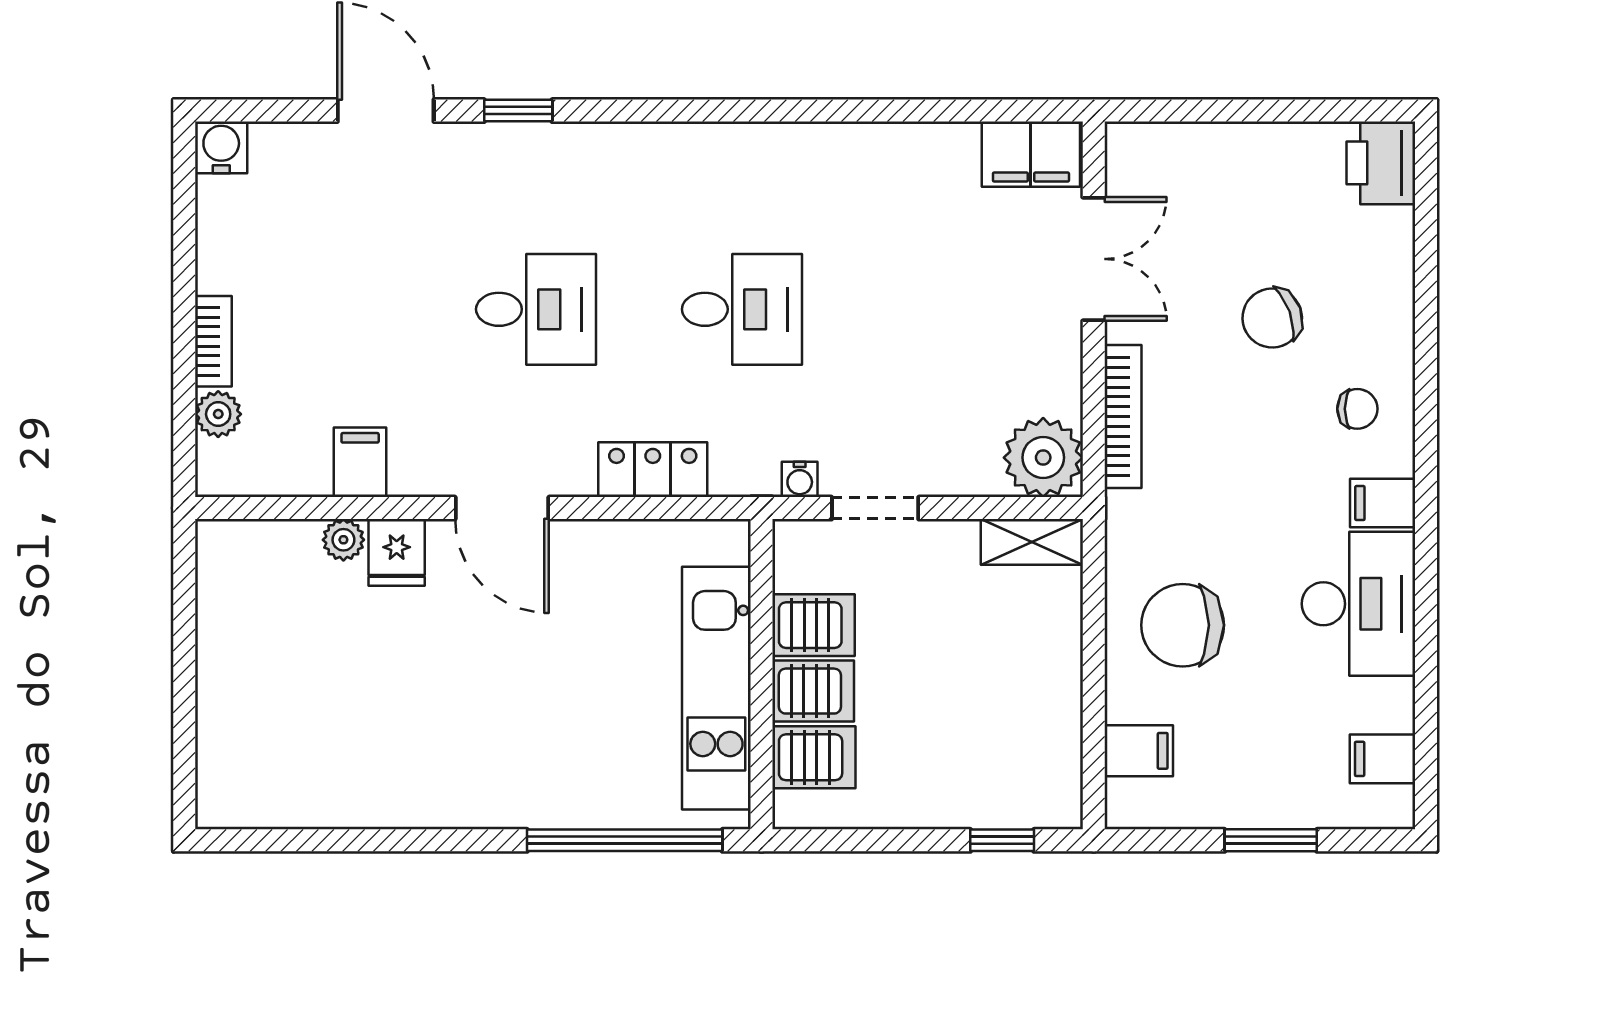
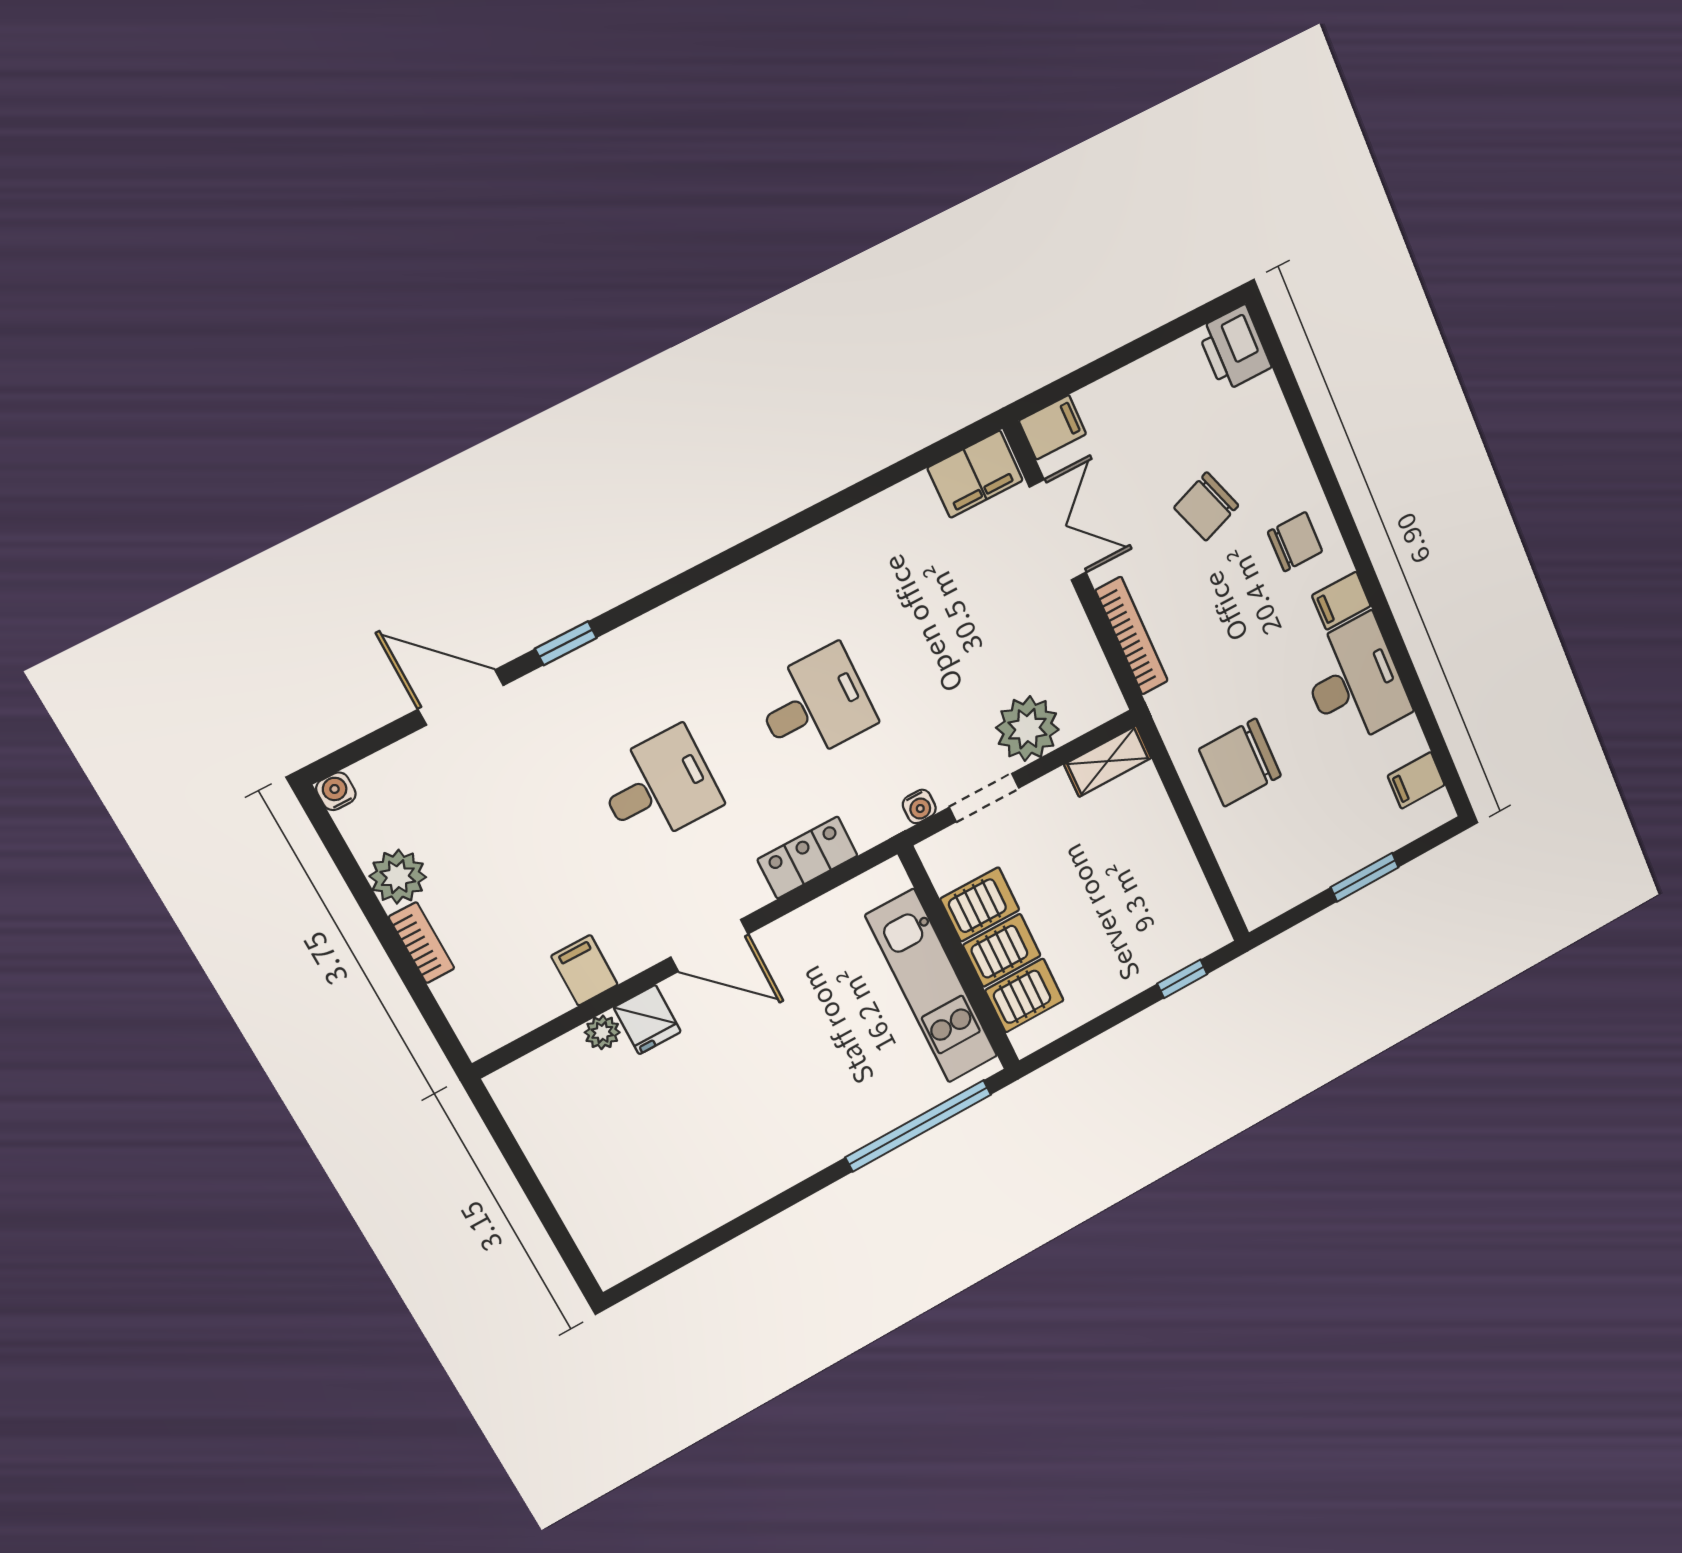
water cooler: (221, 147) -> (336, 791), width x0.72, depth x0.72
chair: (1357, 409) -> (1295, 542), width x1.37, depth x1.37
plant: (218, 414) -> (398, 877), moved, width x1.38, depth x1.38
plant: (1043, 458) -> (1027, 729), moved
filing cabinet: (1139, 751) -> (1053, 427), moved

